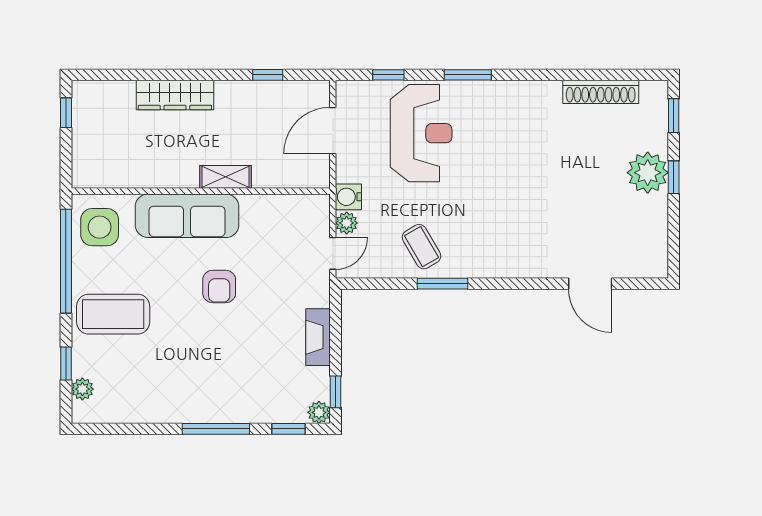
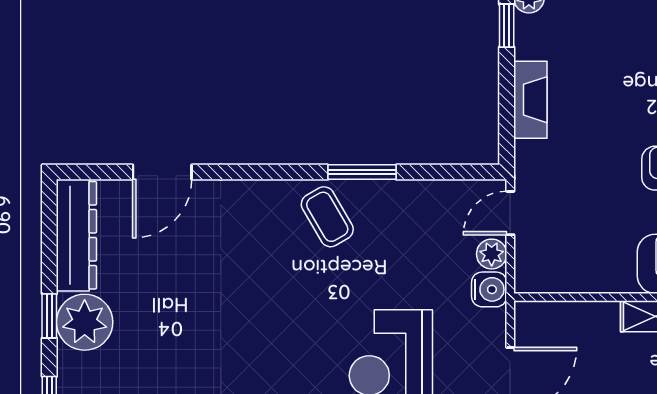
dresser: (654, 237) -> (76, 235), added
coffee table: (421, 247) -> (327, 217), moved
door: (590, 284) -> (162, 172), swing flipped

